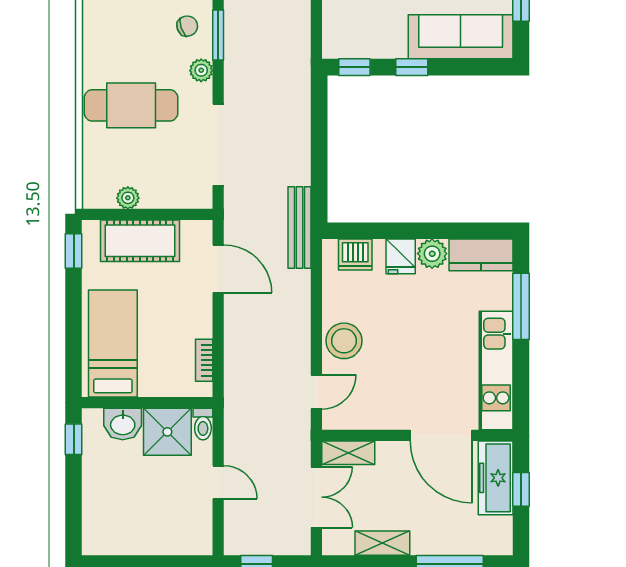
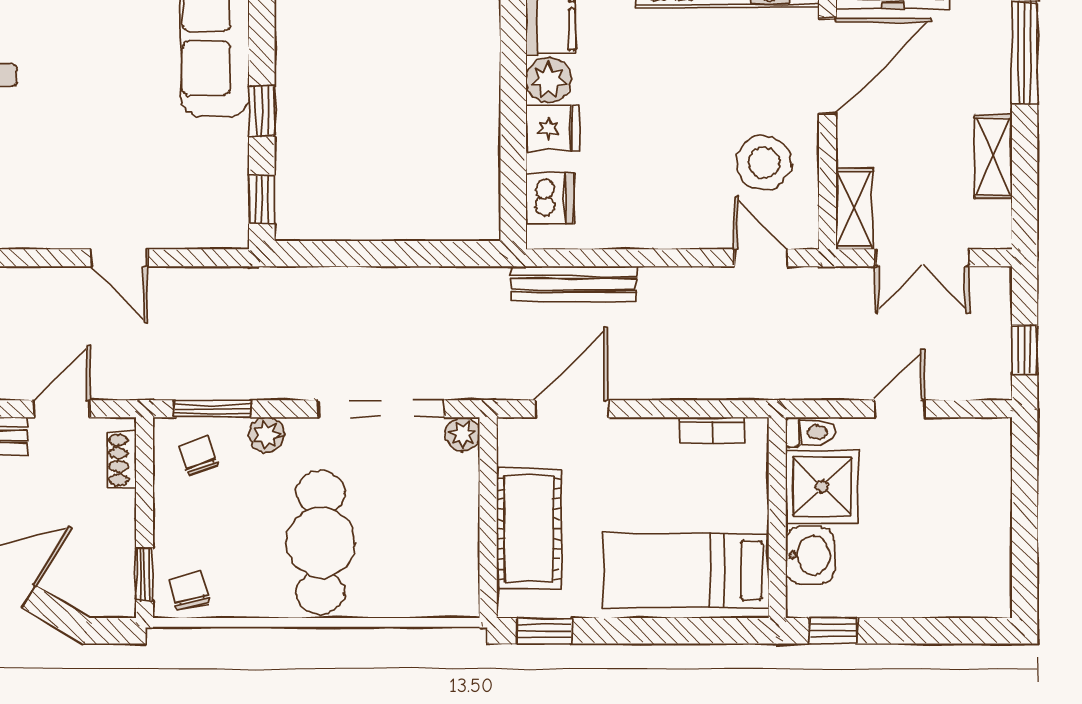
chair: (100, 20) -> (189, 591), added
plant: (128, 198) -> (463, 434), moved
bench: (299, 227) -> (574, 284), moved
stool: (344, 341) -> (764, 163), moved
double door: (316, 497) -> (922, 258), swing flipped

